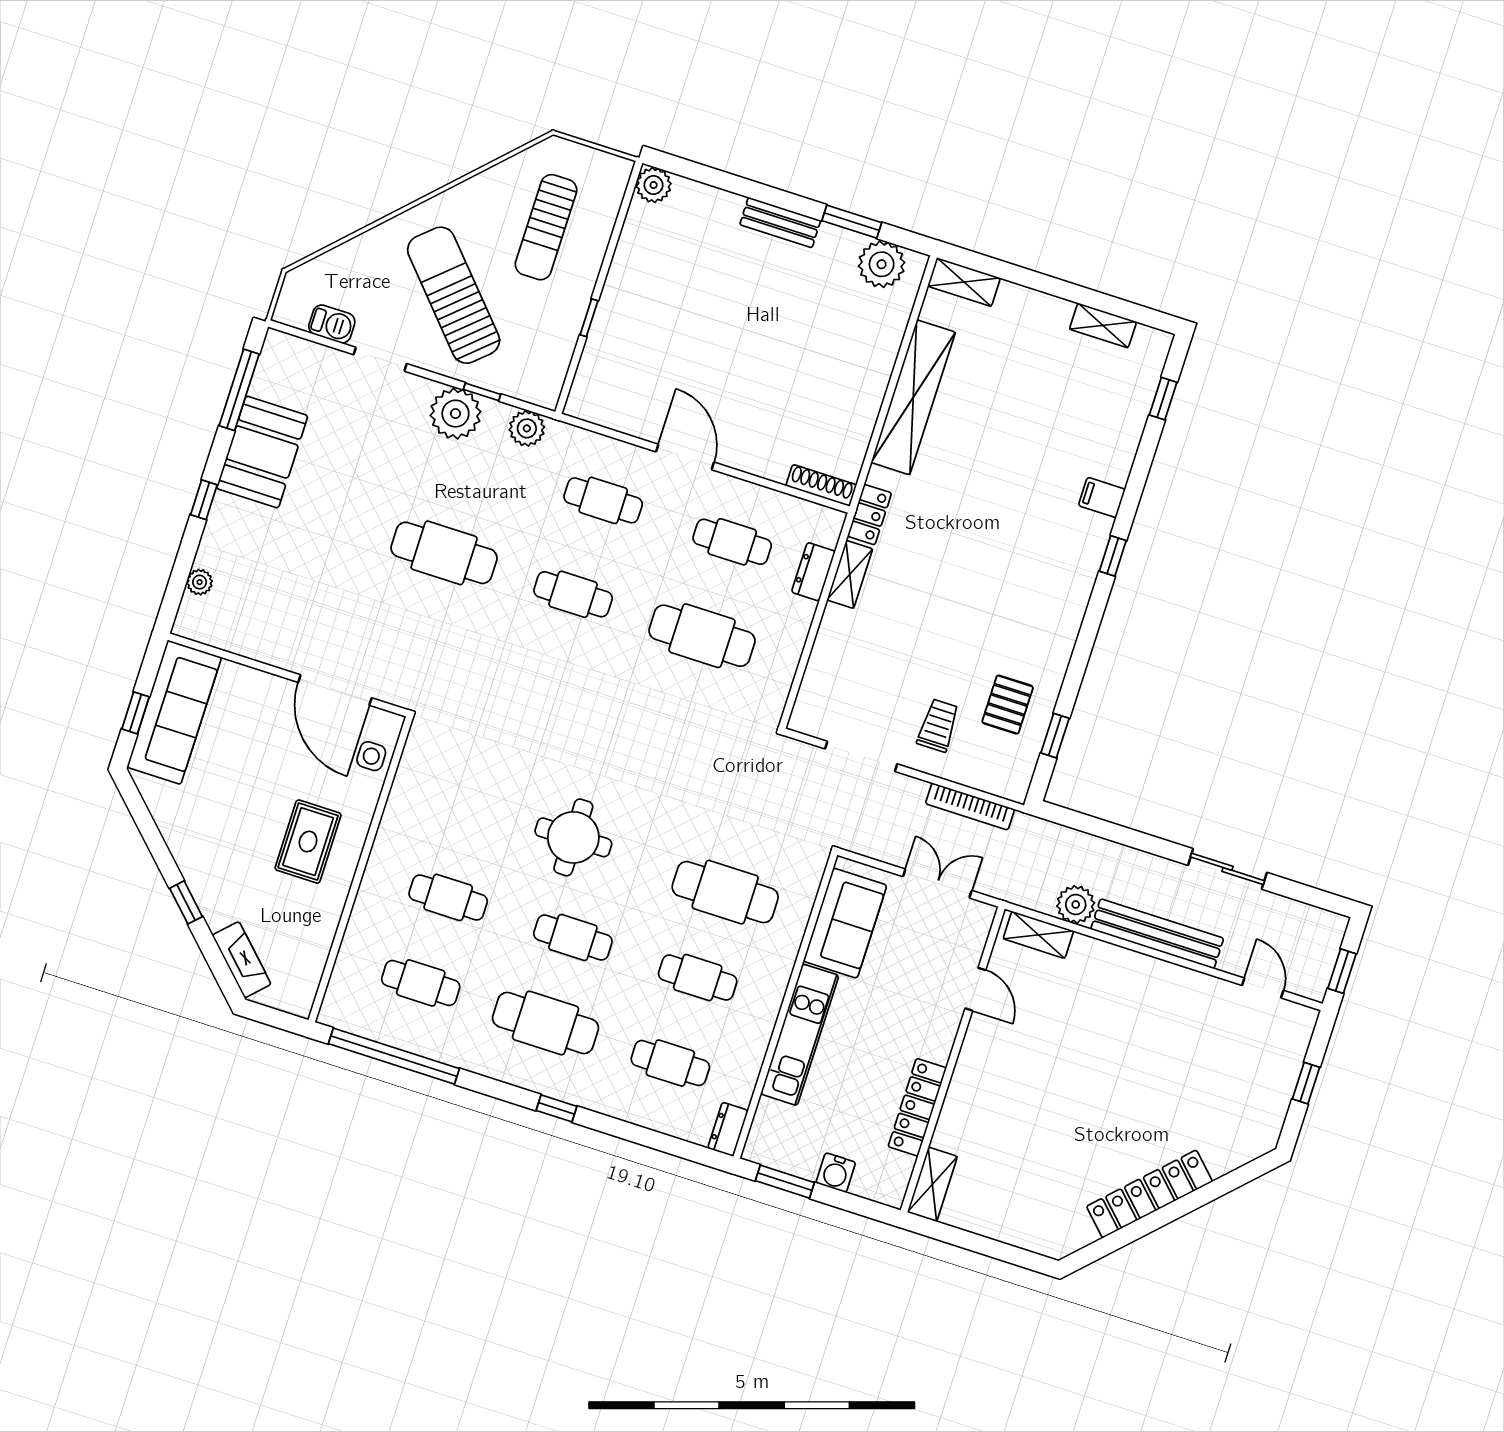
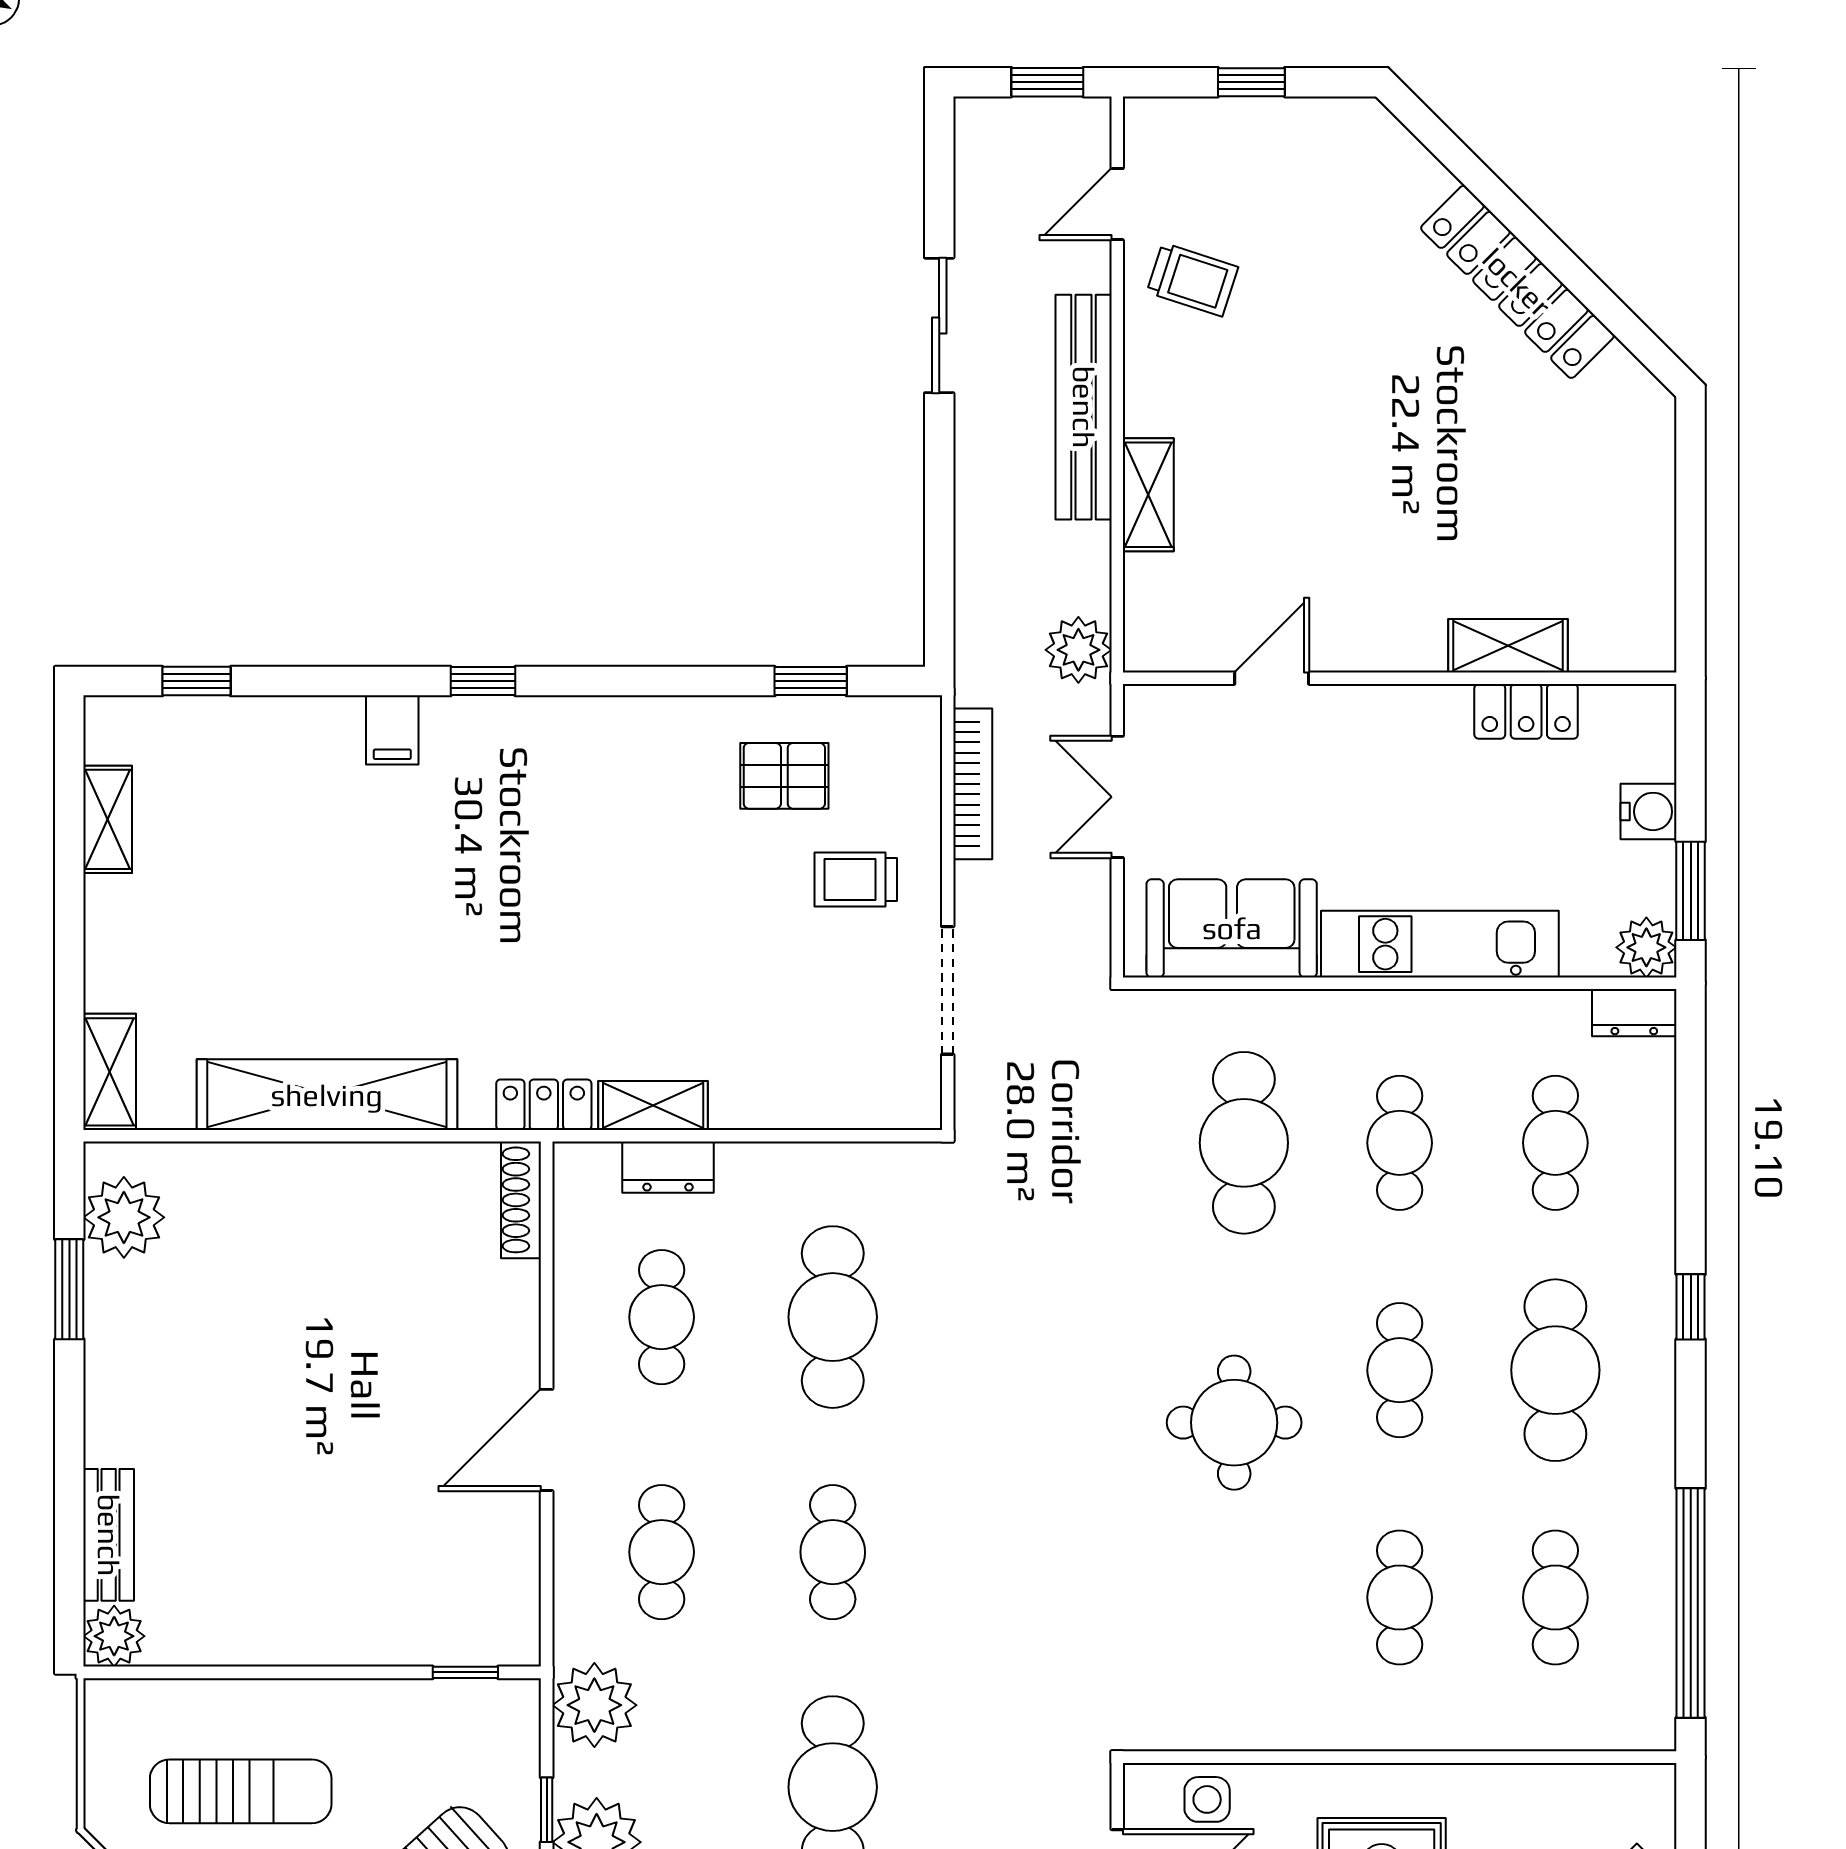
bench: (780, 222) -> (109, 1535), moved
window: (589, 318) -> (465, 1672), moved
plant: (527, 428) -> (594, 1705), width x1.36, depth x1.36
plant: (1076, 904) -> (1078, 650), moved
shelving: (1038, 935) -> (1148, 495), moved
trolley: (1208, 1016) -> (1192, 280), added
locker: (917, 1107) -> (1526, 711), width x0.66
plant: (761, 1147) -> (1646, 947), added
shelving: (932, 1184) -> (1508, 646), moved

